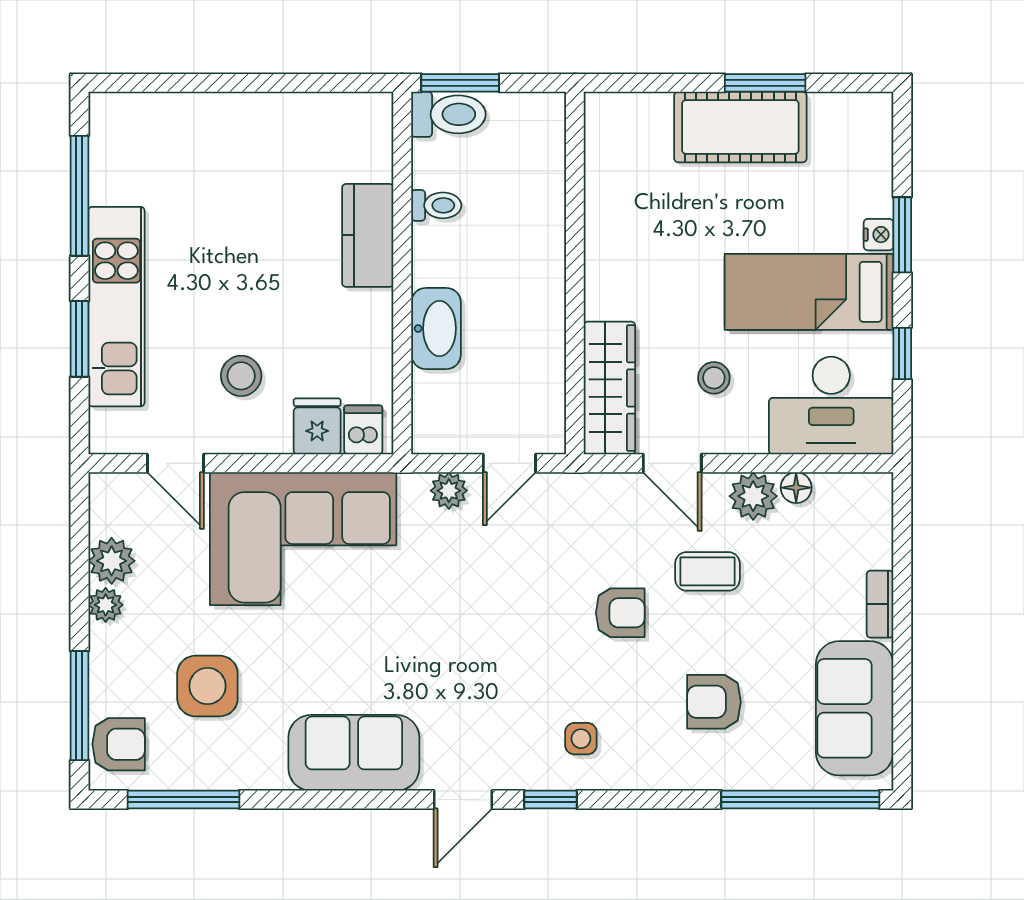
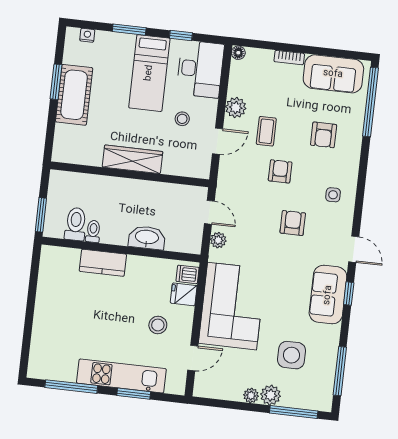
toilet: (448, 114) -> (76, 224), moved
nightstand: (879, 235) -> (87, 35), moved
wardrobe: (609, 388) -> (132, 159), moved
floor lamp: (796, 488) -> (238, 53), moved
plant: (112, 561) -> (271, 395), moved
armchair: (119, 744) -> (293, 223), moved
window: (551, 800) -> (349, 294), moved

